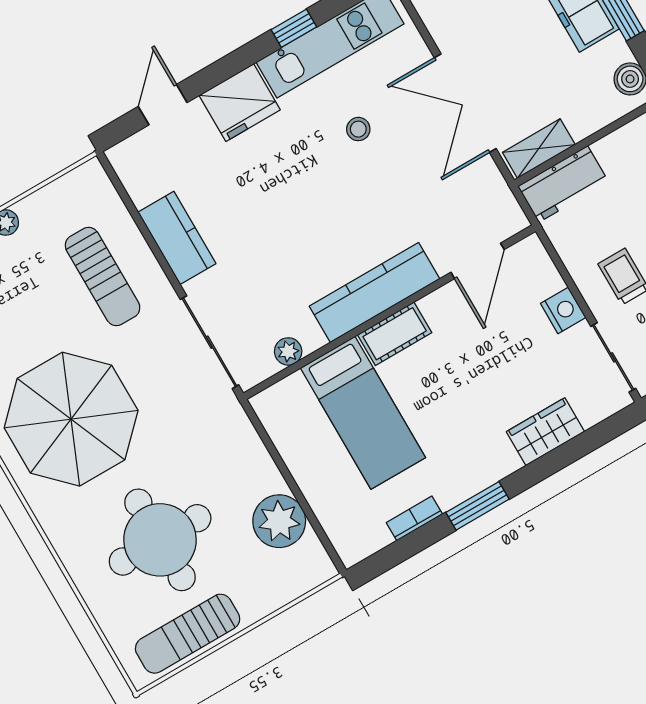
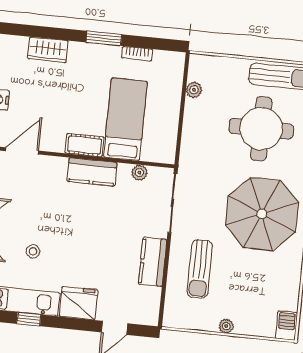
sun lounger: (103, 277) -> (200, 269), turned 180
kitchen counter: (374, 293) -> (92, 172), width x0.67
plant: (279, 521) -> (194, 90), width x0.53, depth x0.53

